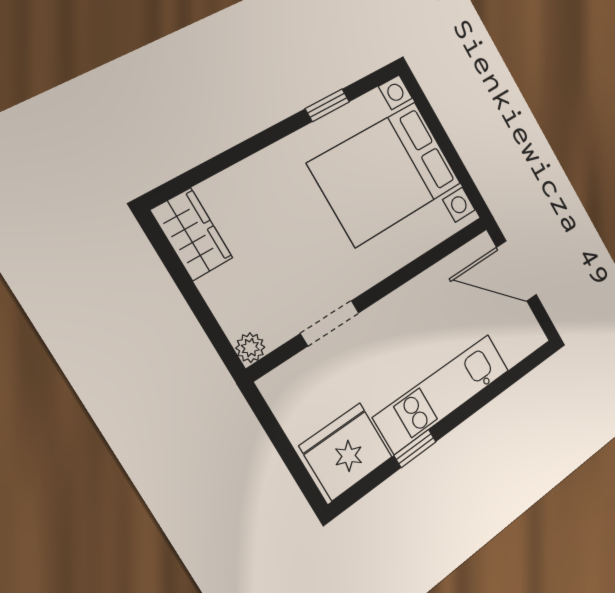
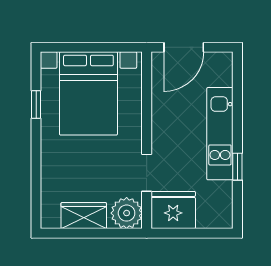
wardrobe: (192, 234) -> (84, 216), moved
plant: (250, 348) -> (127, 213), width x1.87, depth x1.87
fridge: (346, 451) -> (173, 210), moved, turned 90

